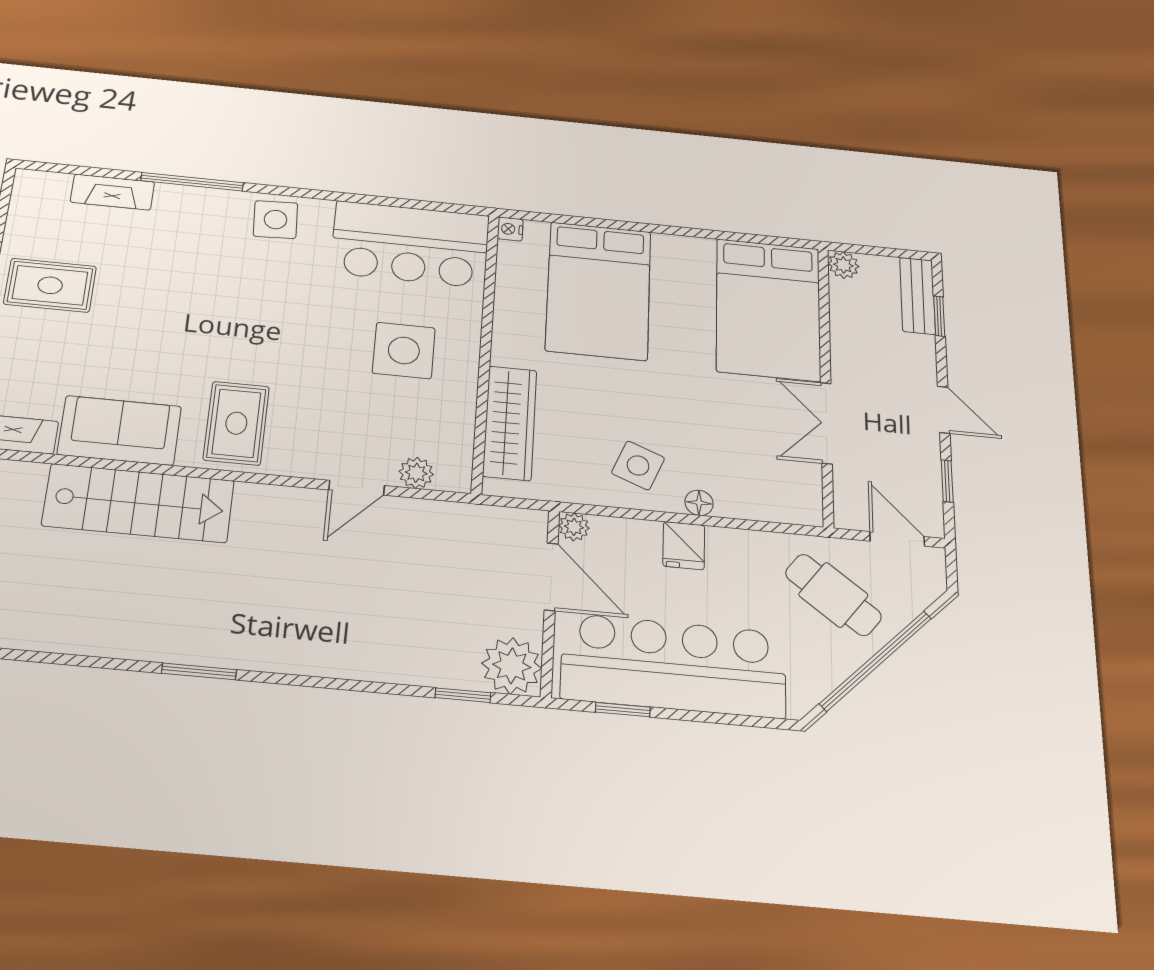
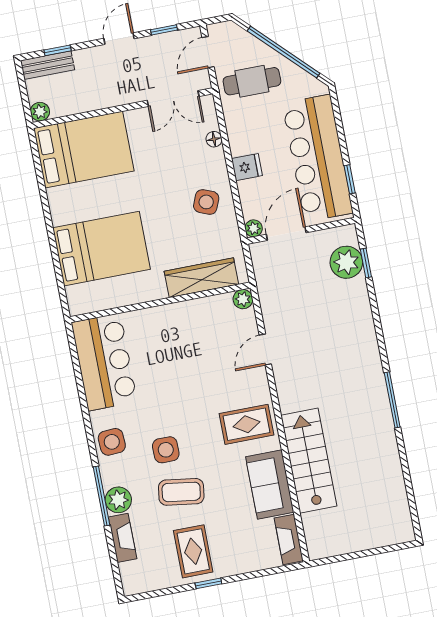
plant: (177, 203) -> (118, 500), added
nightstand: (510, 229) -> (76, 308), removed
coffee table: (157, 295) -> (181, 492), added
side table: (404, 350) -> (166, 450), moved, width x0.73, depth x0.73
double door: (826, 423) -> (173, 98), moved
plant: (416, 473) -> (243, 299), moved
door: (357, 488) -> (265, 350), swing flipped
floor lamp: (699, 503) -> (214, 139), moved
cafe table: (833, 595) -> (252, 81), turned 53
plant: (512, 666) -> (346, 262), moved
window: (199, 671) -> (392, 400), width x1.44

